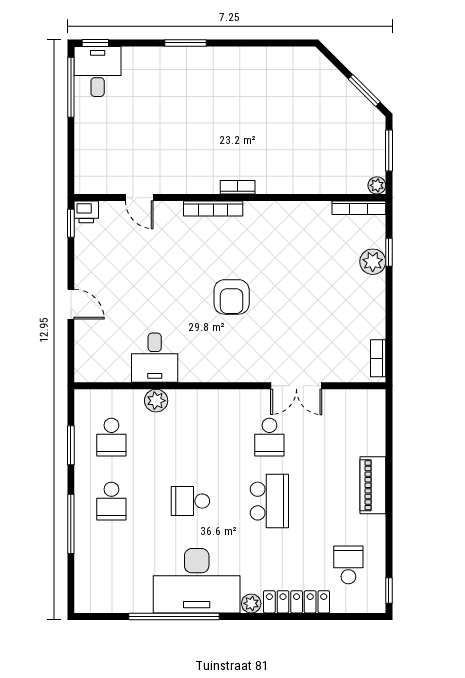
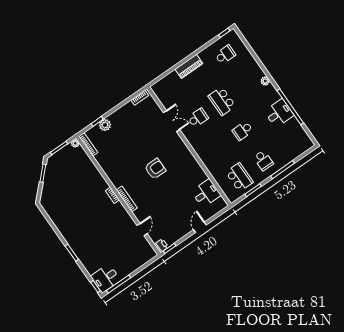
desk: (155, 358) -> (206, 193), moved
plant: (156, 401) -> (214, 170), removed
school desk: (111, 437) -> (239, 177), width x1.85
school desk: (111, 501) -> (263, 160), turned 90
school desk: (190, 501) -> (243, 131), turned 90
school desk: (269, 501) -> (222, 101), turned -90
school desk: (348, 565) -> (225, 55), turned 180
desk: (197, 581) -> (279, 113), width x0.53, depth x0.77
locker: (297, 602) -> (253, 64), removed

